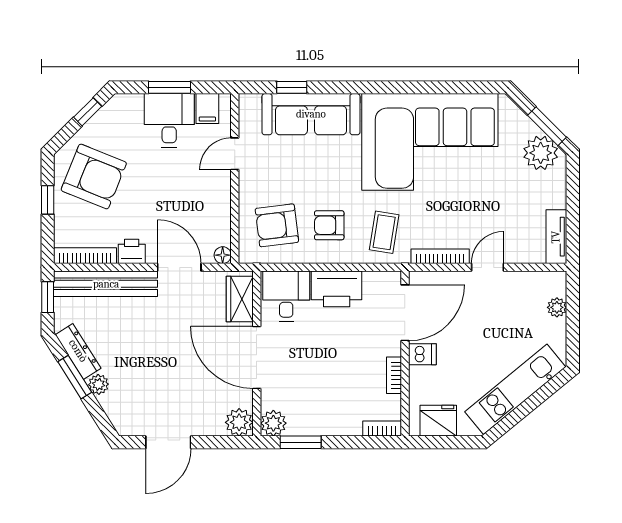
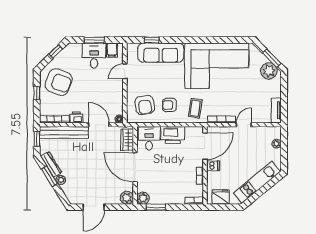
armchair: (277, 225) -> (145, 105), turned -92

